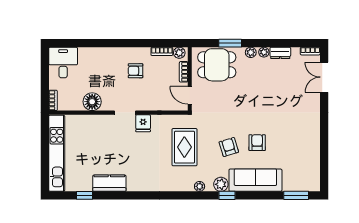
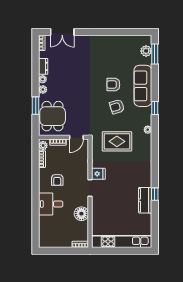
desk: (63, 63) -> (51, 204), moved
plant: (221, 184) -> (146, 51), moved
window: (84, 195) -> (155, 194), moved

